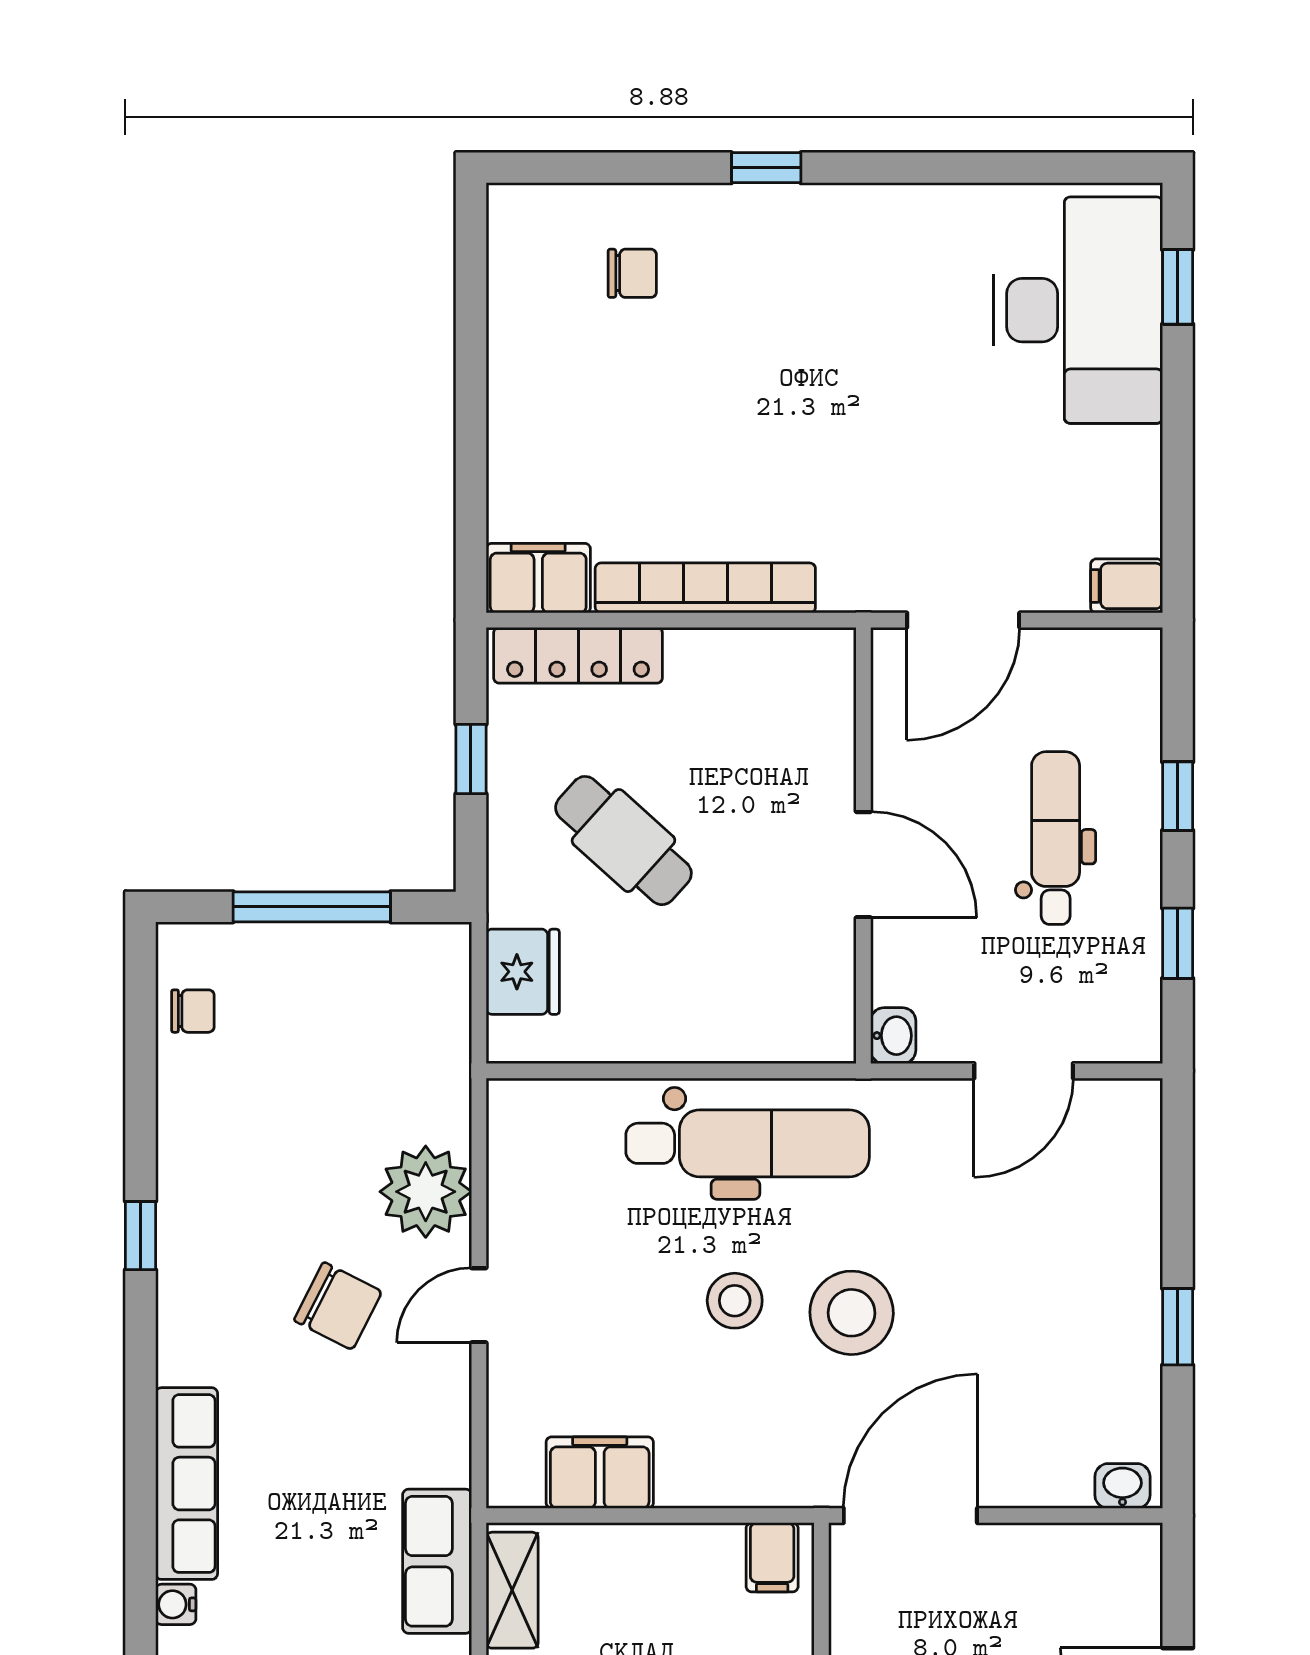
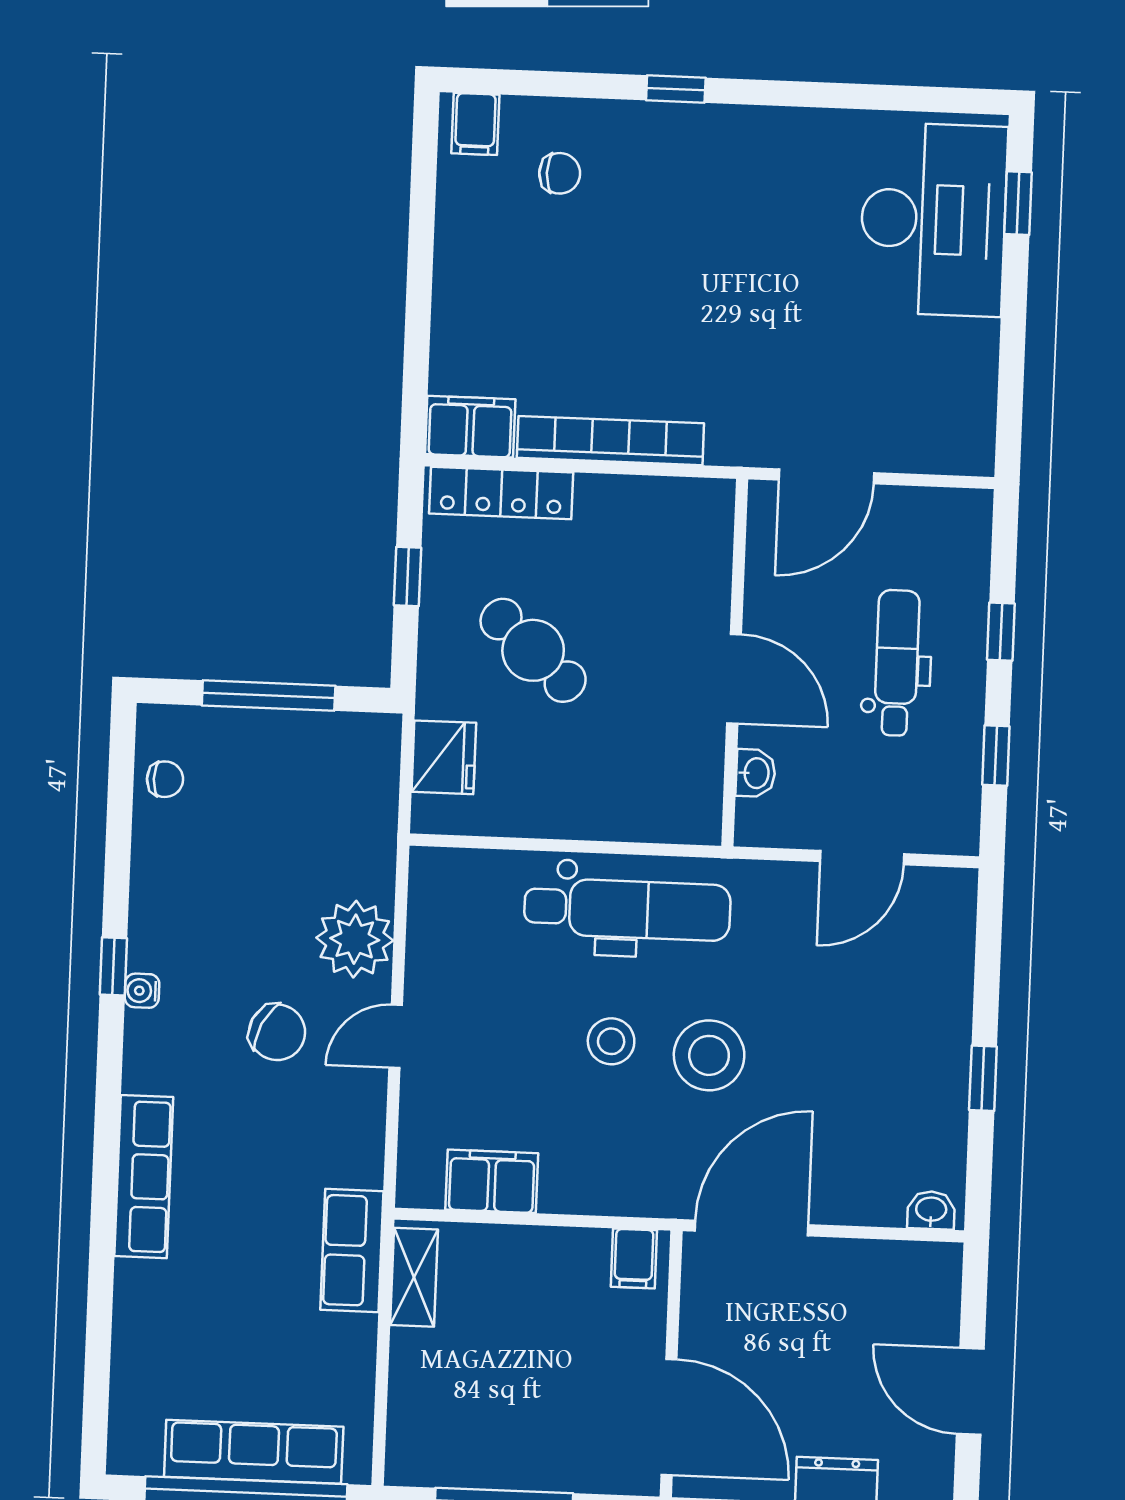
filing cabinet: (1127, 586) -> (475, 124), moved, turned -90
washbasin: (893, 1036) -> (755, 773), moved
water cooler: (176, 1604) -> (142, 991), moved

